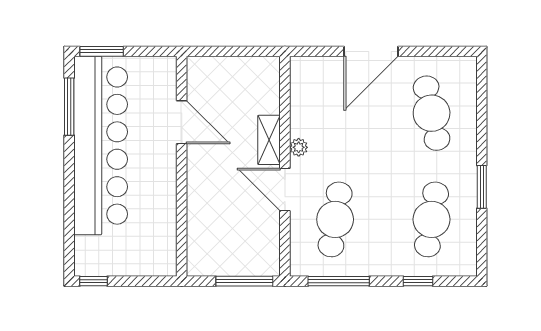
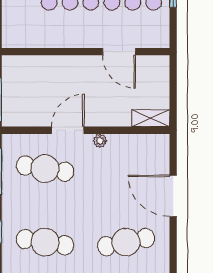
door: (182, 122) -> (119, 52), hinge flipped
shelving: (269, 140) -> (151, 118), moved

